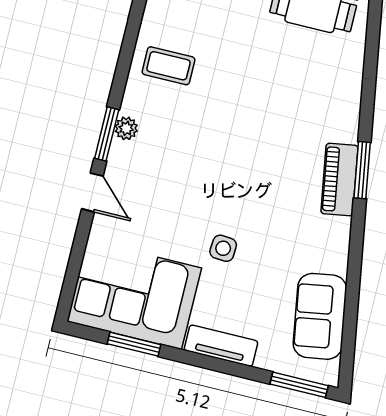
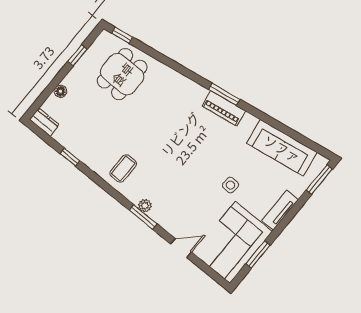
door: (92, 192) -> (181, 248), moved
sofa: (320, 316) -> (282, 148), width x1.36

